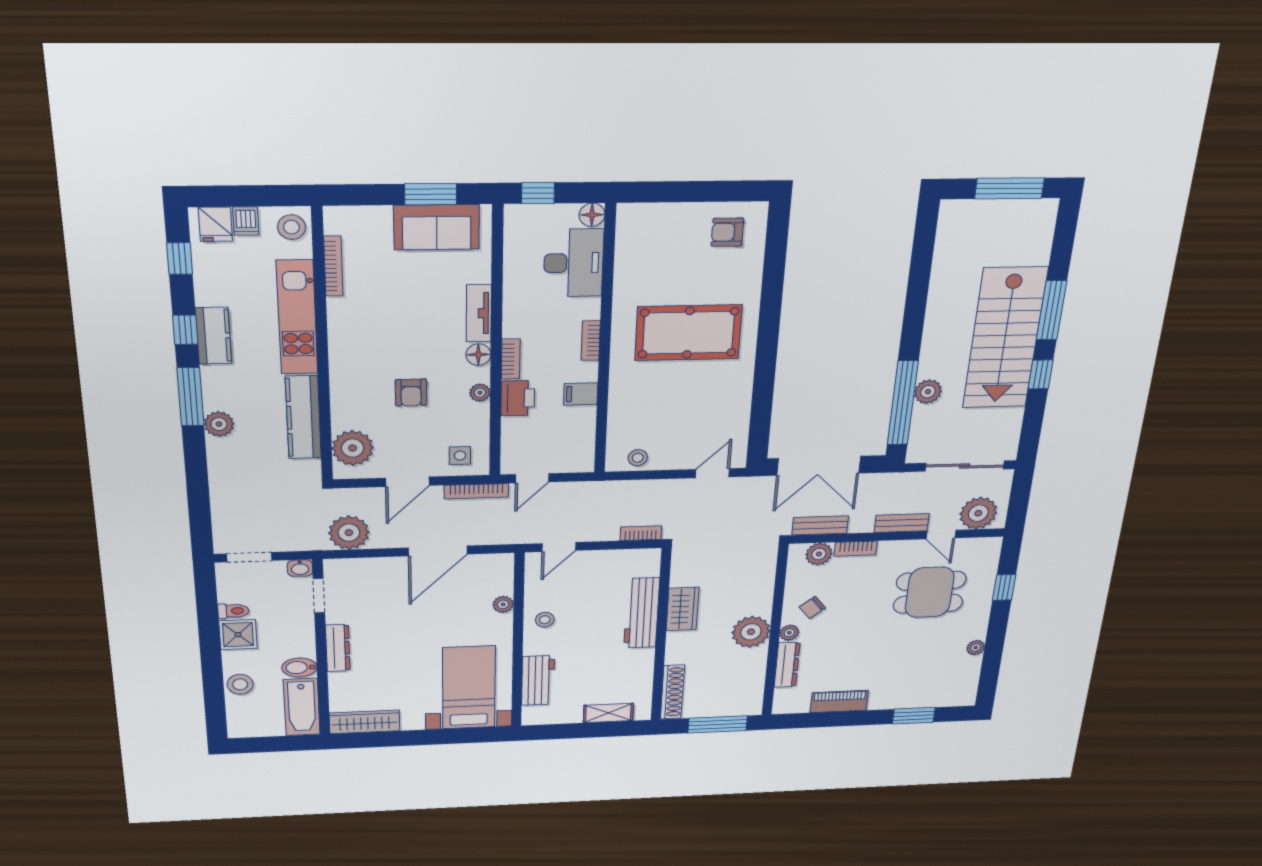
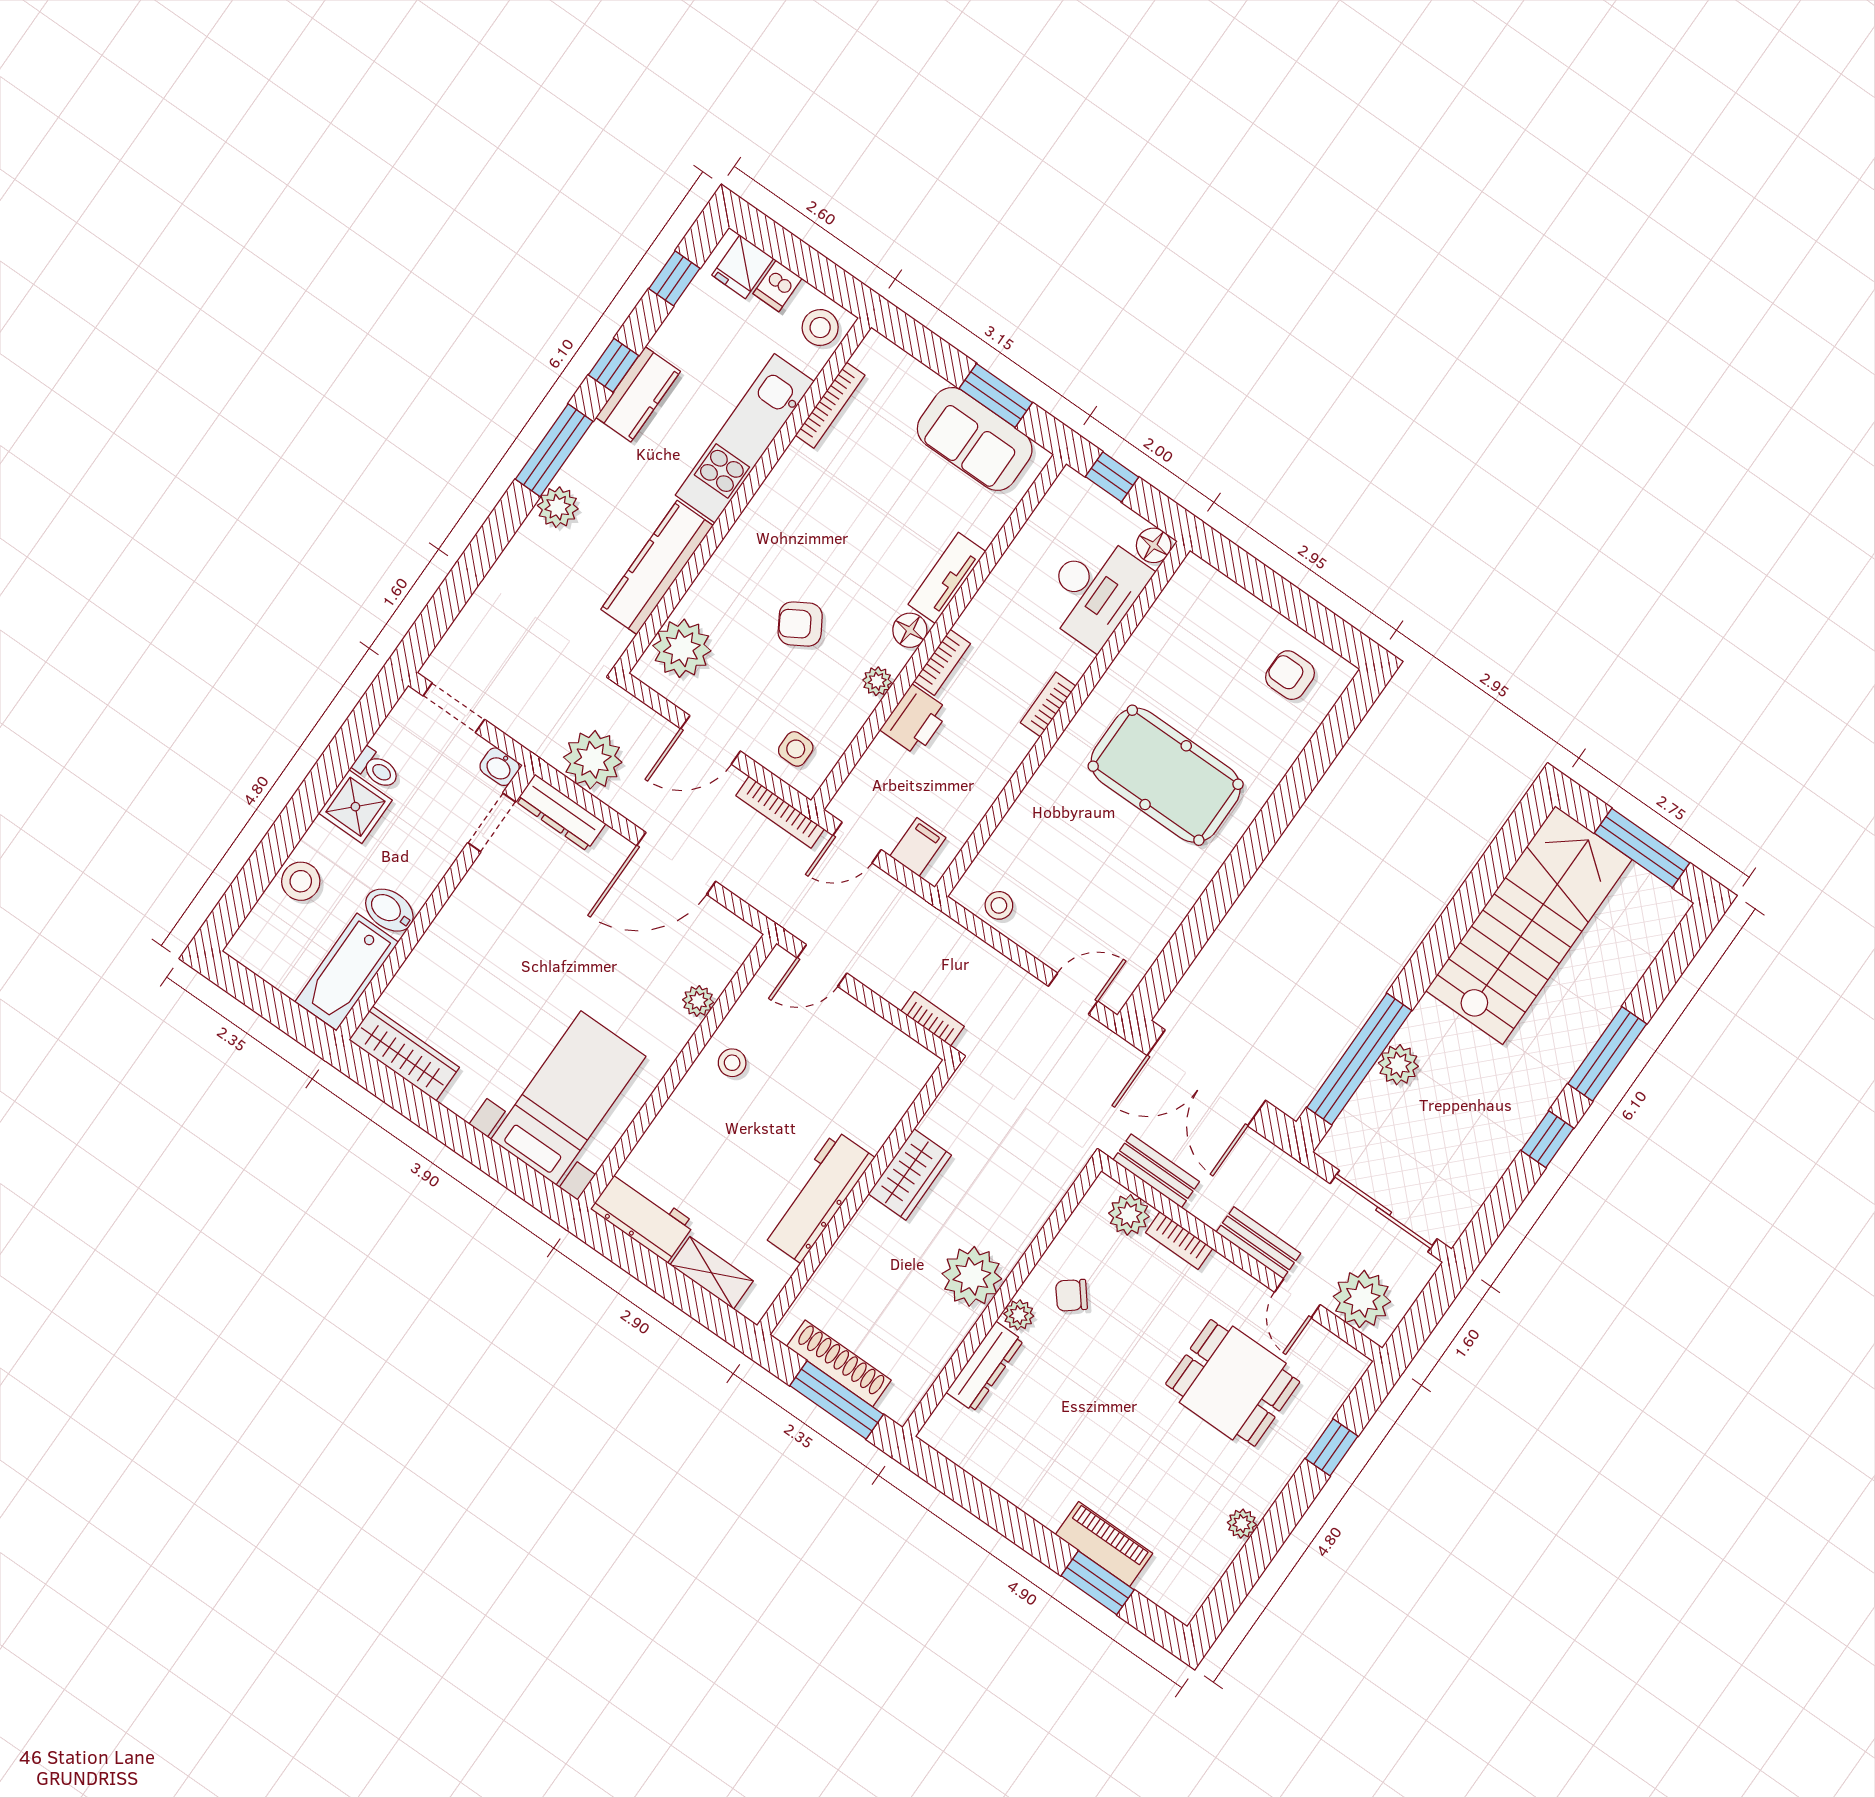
stairs: (1005, 338) -> (1529, 925), moved, turned 180
armchair: (411, 393) -> (800, 624), turned 59
filing cabinet: (581, 394) -> (918, 847), moved, turned 90
workbench: (642, 613) -> (818, 1197), moved
dresser: (338, 648) -> (561, 813), moved, turned 90
workbench: (538, 680) -> (643, 1216), moved, turned -90
shoe rack: (672, 692) -> (839, 1363), moved, turned -90
piano: (839, 701) -> (1104, 1544), moved

